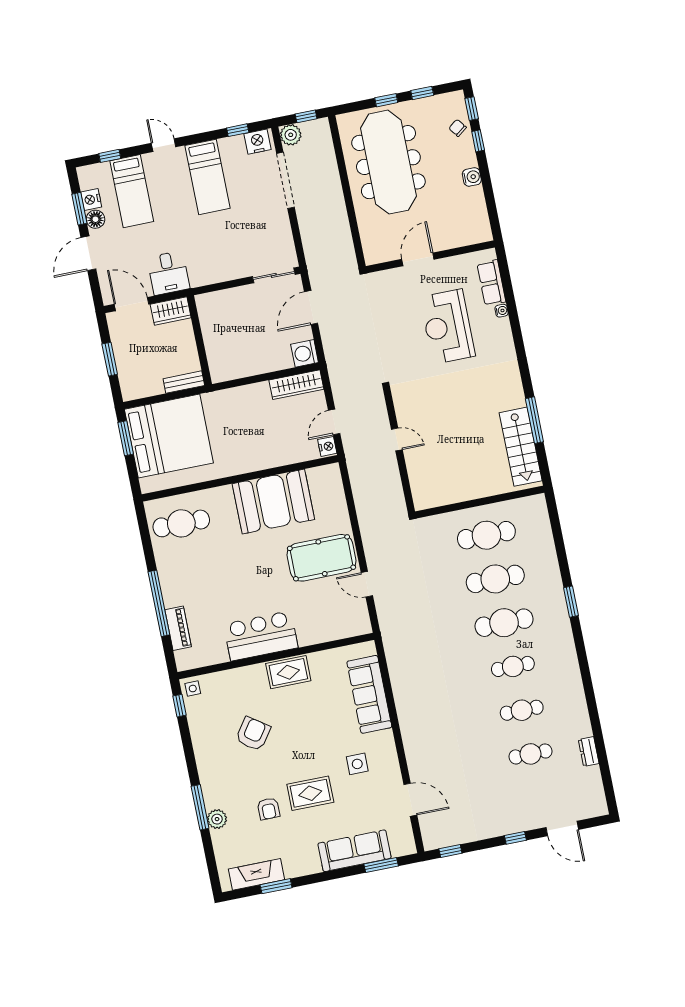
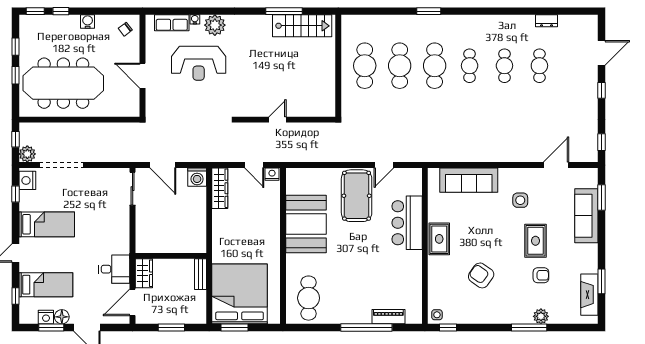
chair: (458, 128) -> (125, 29), moved
plant: (499, 337) -> (215, 25), added
bar counter: (261, 636) -> (407, 223), moved

